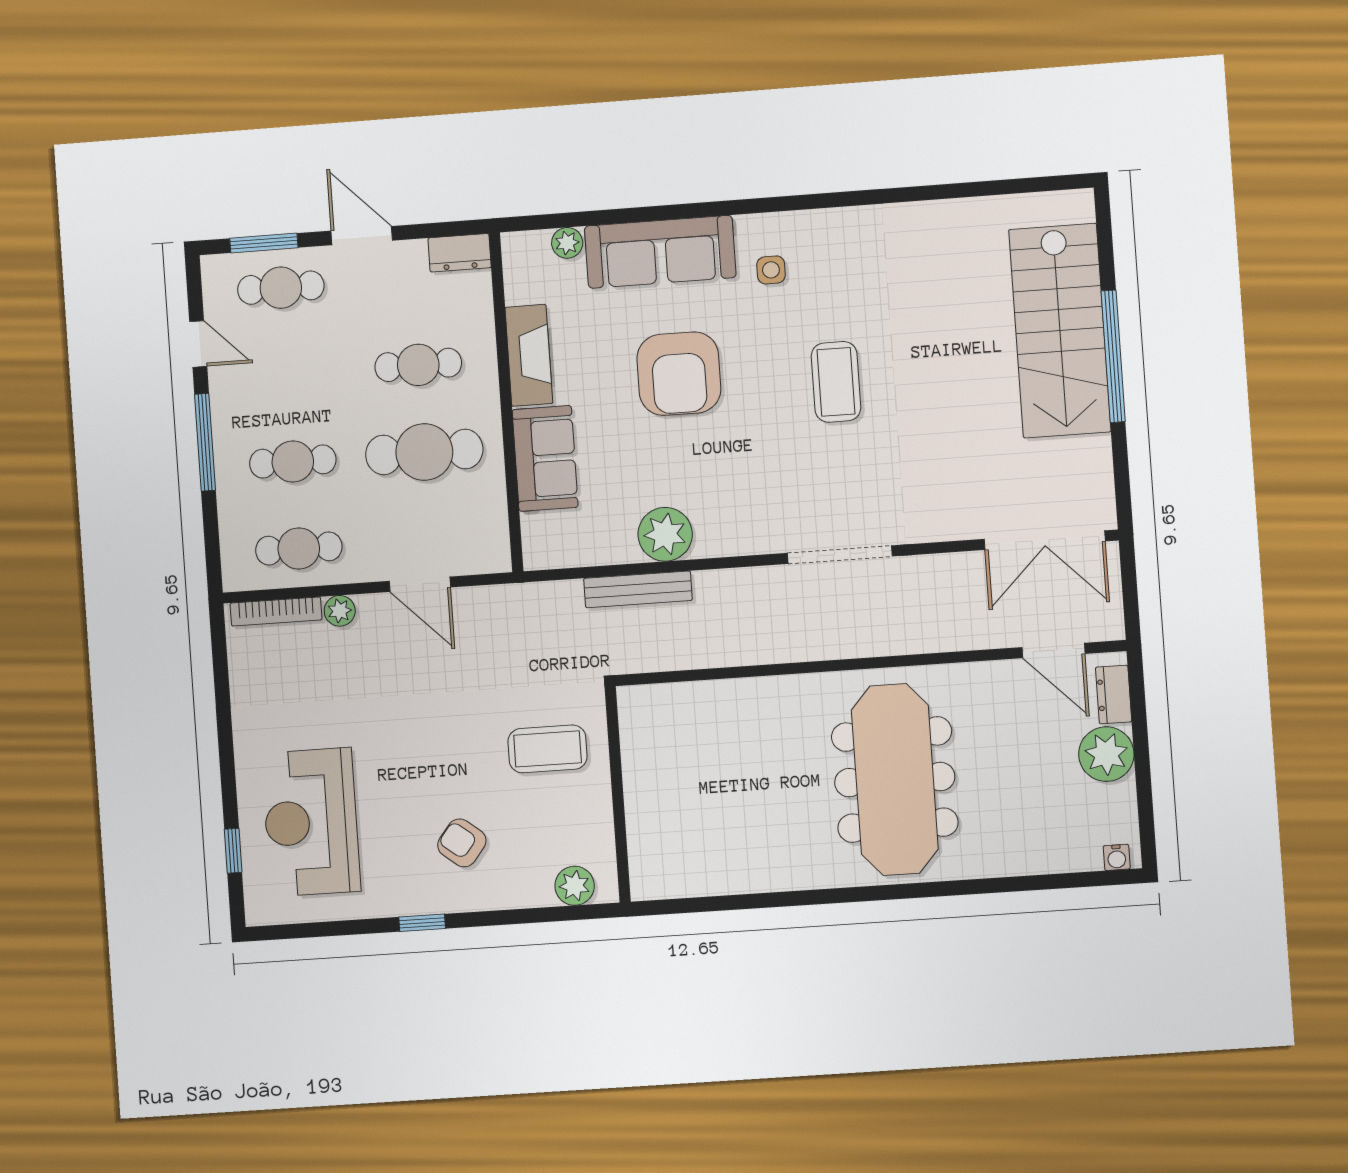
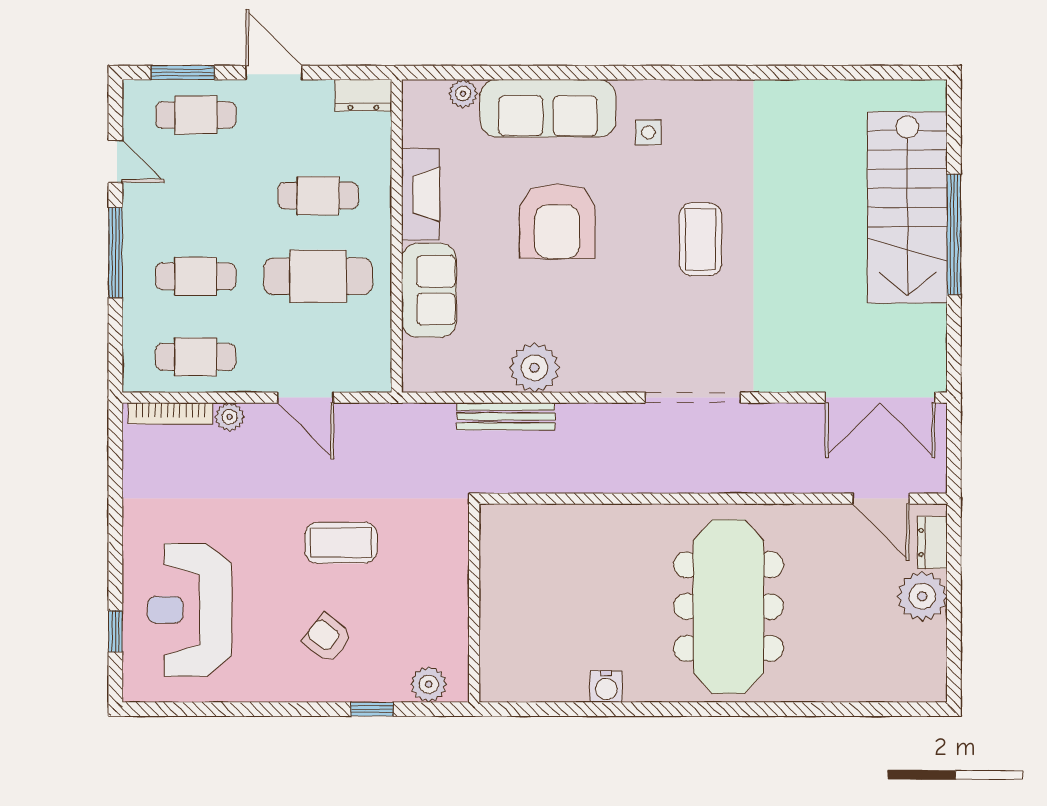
coffee table: (547, 749) -> (341, 543), moved
water cooler: (1117, 857) -> (606, 687), moved, width x1.38, depth x1.38
window: (422, 923) -> (372, 709), moved

